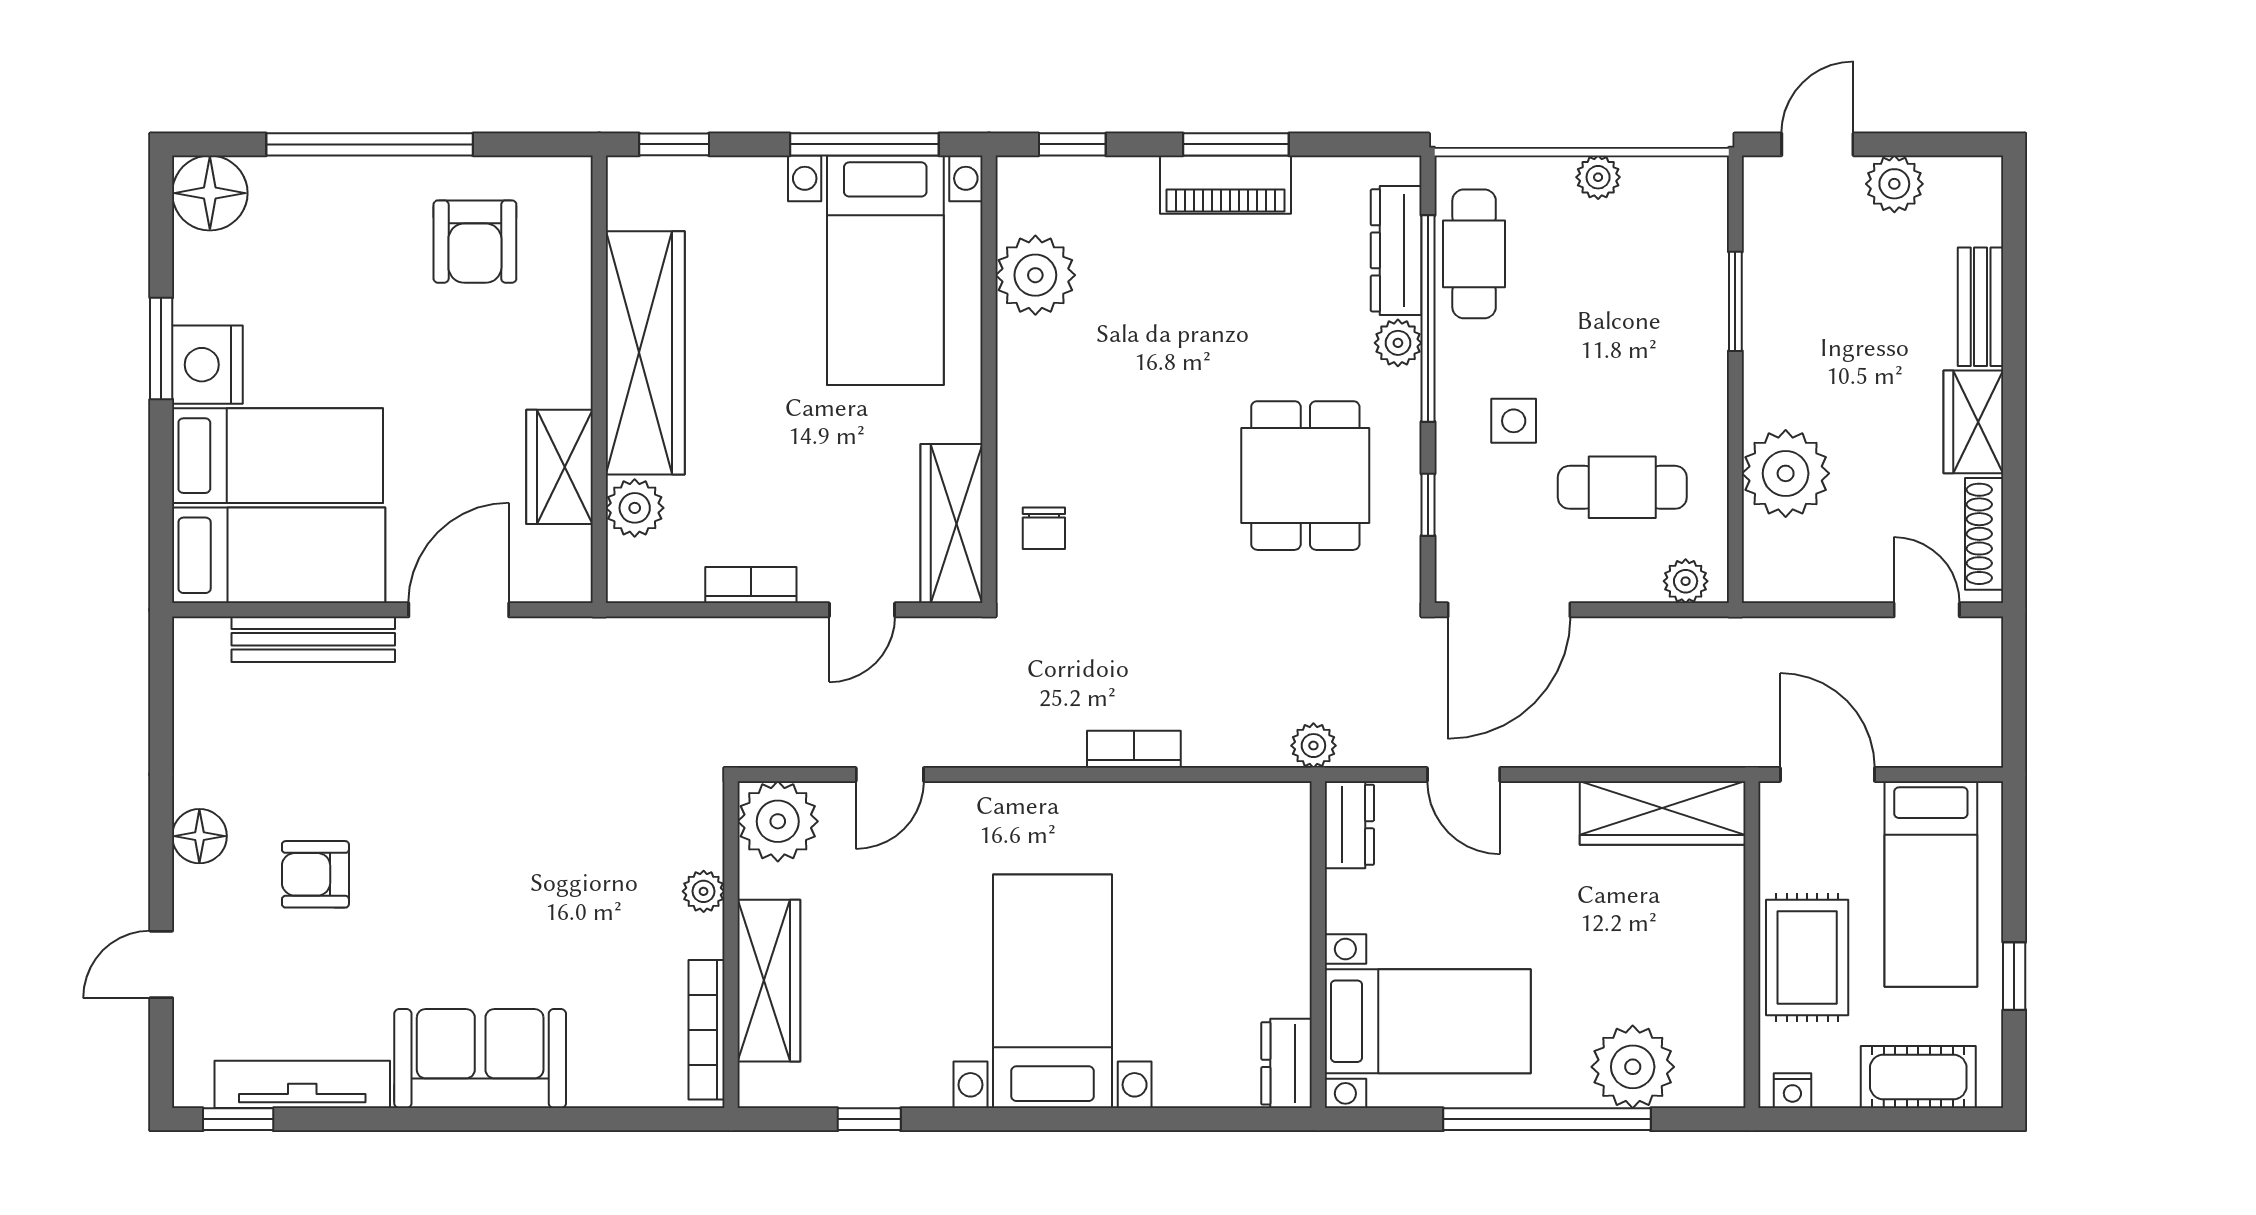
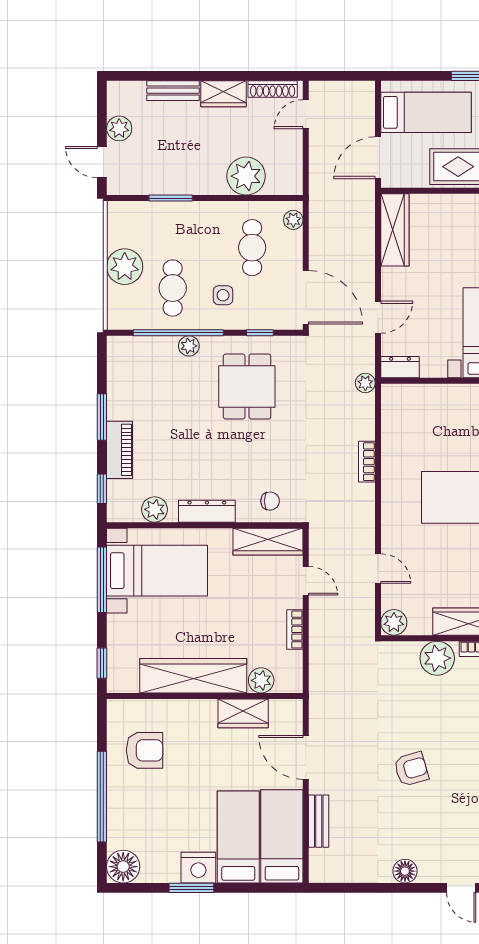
plant: (1598, 177) -> (125, 267), width x1.87, depth x1.87
piano: (1225, 185) -> (119, 450), moved
dresser: (1396, 250) -> (207, 511), moved, turned 180
cafe table: (1474, 254) -> (173, 288), moved, turned 90
plant: (1035, 275) -> (155, 509), width x0.73, depth x0.73
dining table: (1305, 476) -> (247, 386), turned 90
bench: (313, 639) -> (319, 821), width x0.73
plant: (778, 821) -> (394, 622), width x0.73, depth x0.73
armchair: (315, 874) -> (411, 769), moved, turned -106
plant: (704, 891) -> (437, 658), width x1.87, depth x1.87

